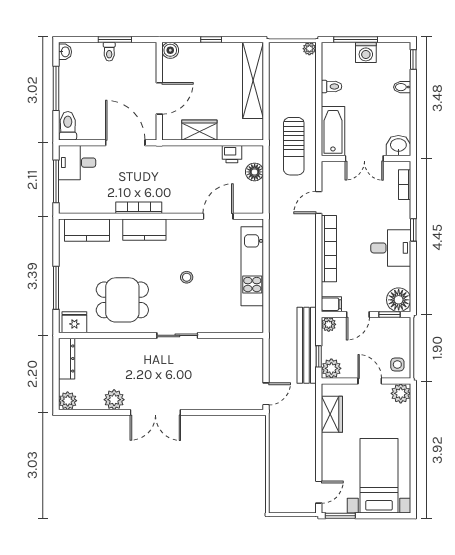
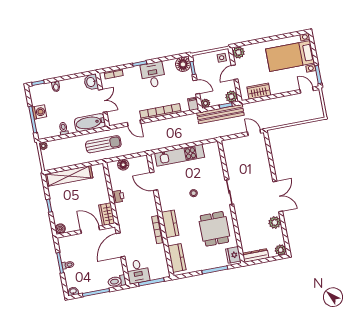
wardrobe: (199, 130) -> (107, 214), moved
printer: (232, 154) -> (118, 196), moved

